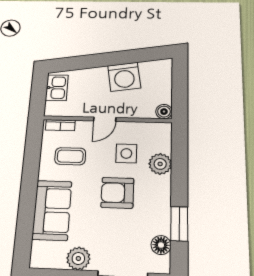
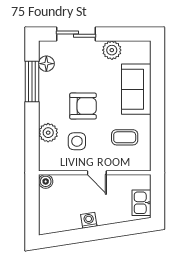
washing machine: (124, 77) -> (89, 220), width x0.53, depth x0.53
door: (105, 119) -> (97, 173), swing flipped
bookcase: (60, 125) -> (135, 166), removed
window: (179, 224) -> (32, 82), width x1.44

